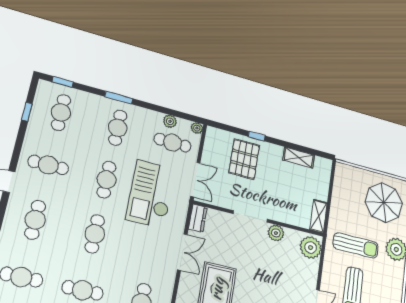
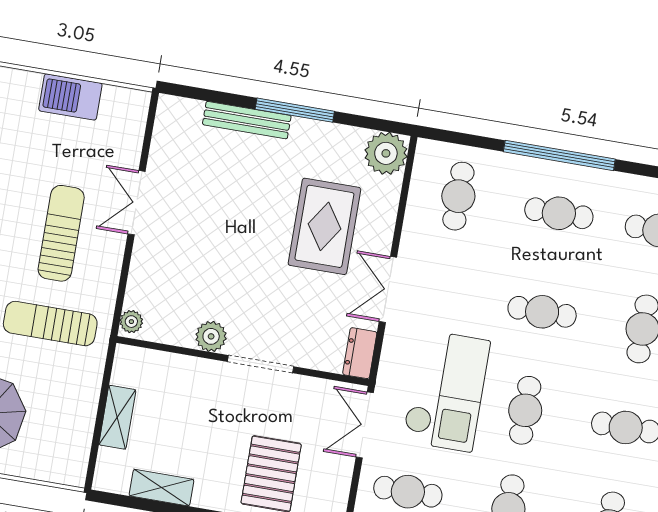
shelving: (319, 216) -> (117, 417), moved
cafe table: (95, 234) -> (542, 312), turned 90
plant: (311, 248) -> (131, 322), width x0.53, depth x0.53

